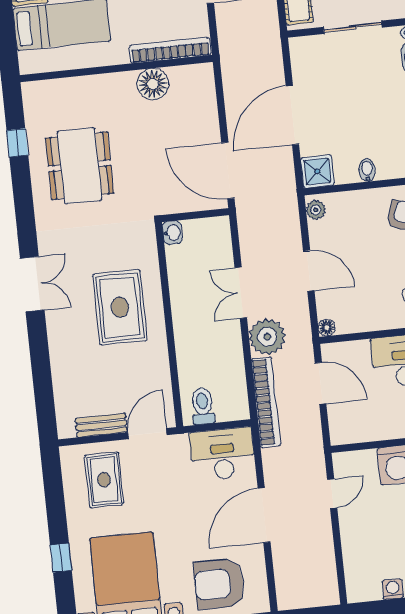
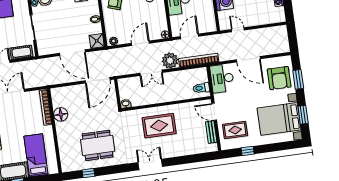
window: (61, 558) -> (248, 151), moved

